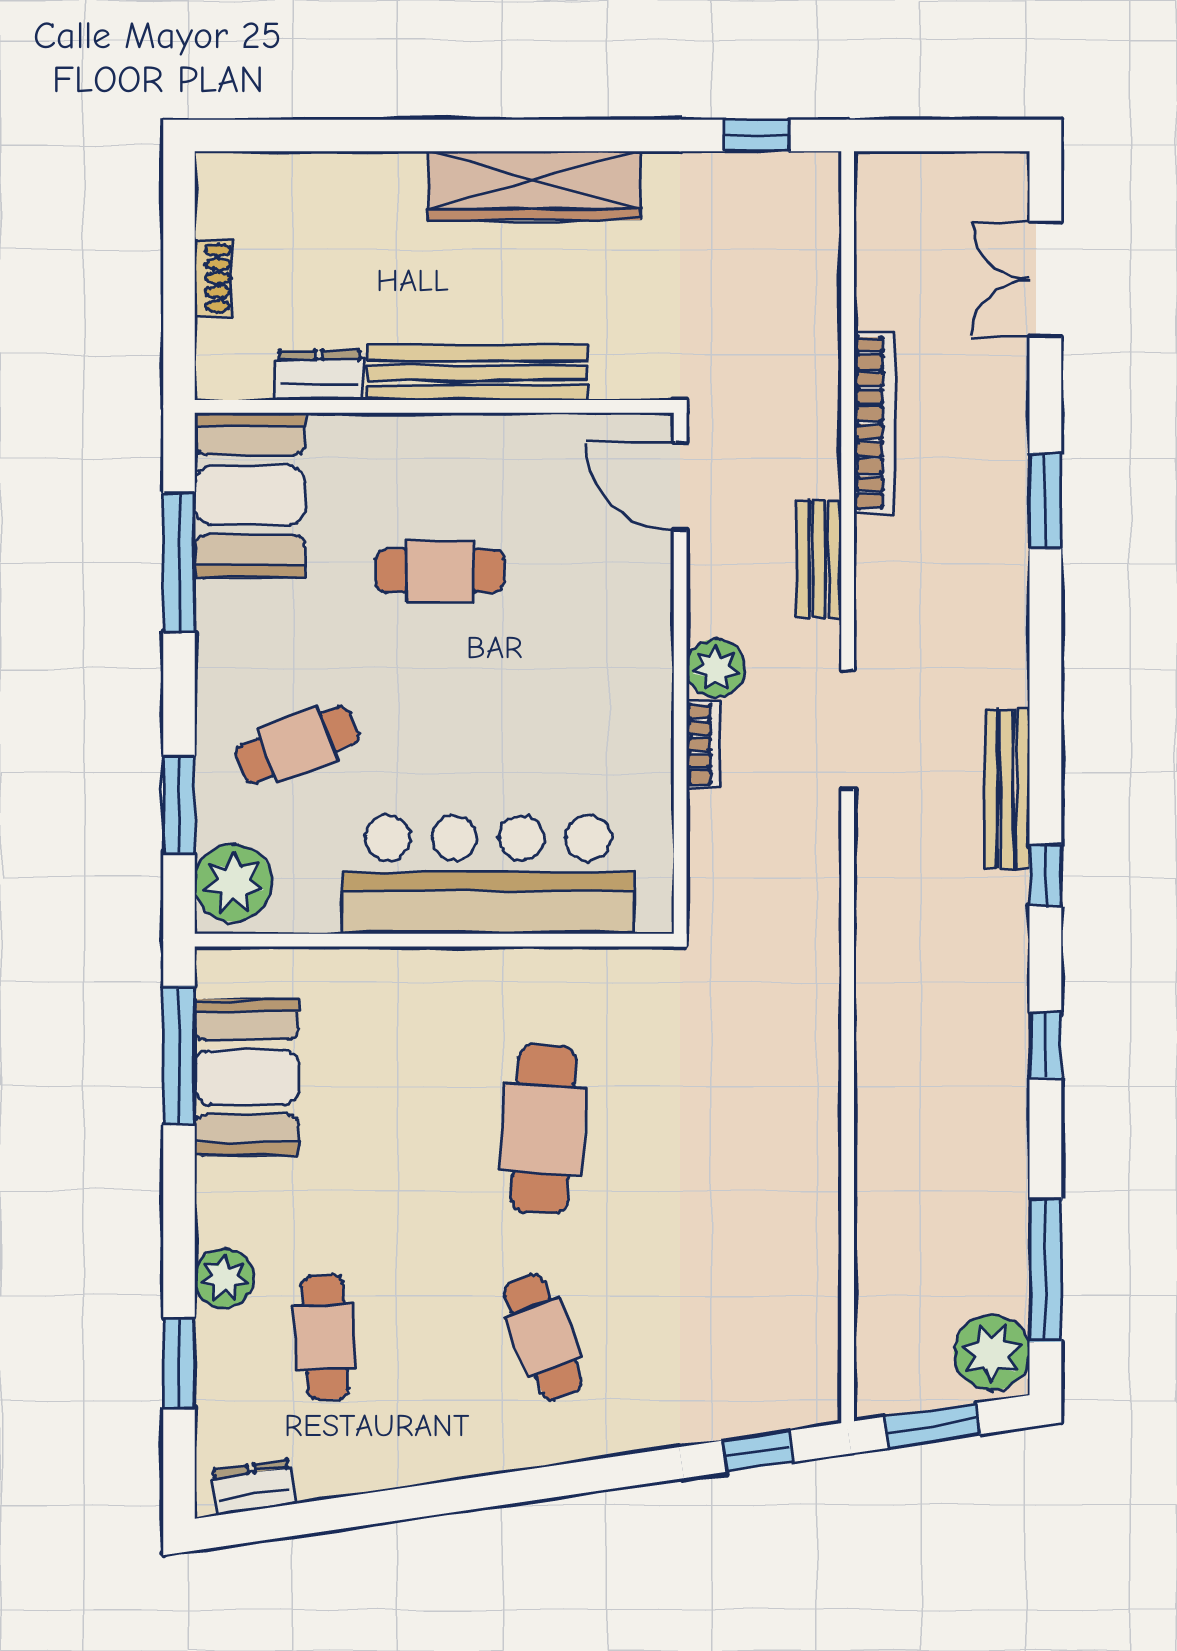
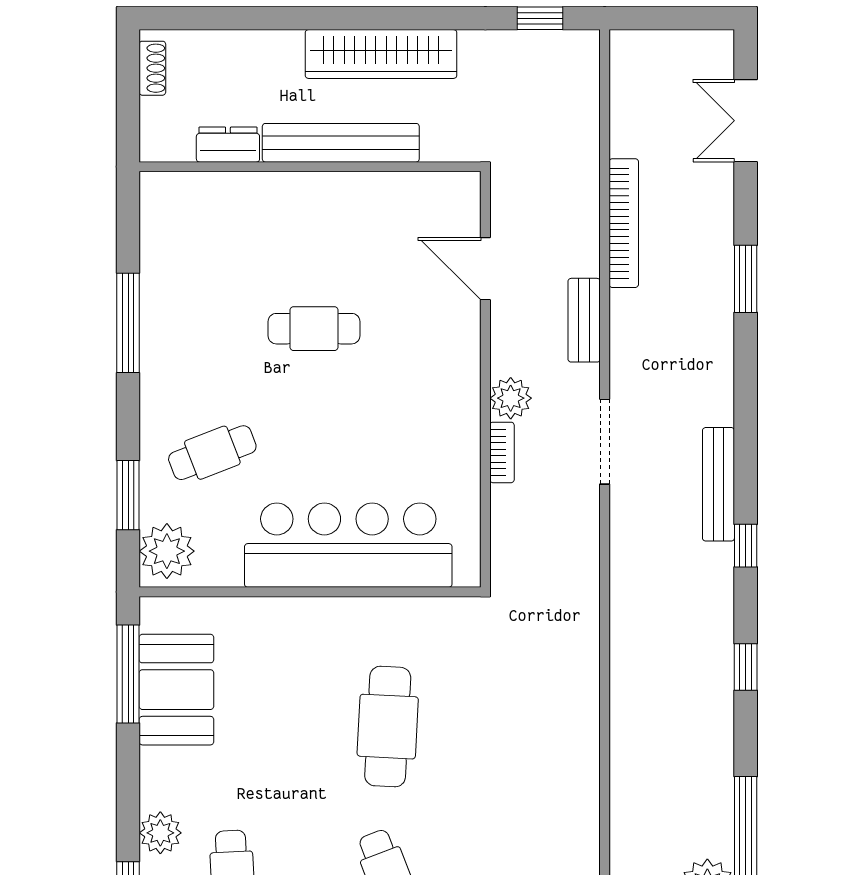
shoe rack: (213, 278) -> (152, 68), moved
bench: (477, 373) -> (341, 143), moved
dresser: (319, 375) -> (228, 145), moved
wall: (434, 406) -> (310, 167), moved
booth: (250, 495) -> (179, 275), removed

